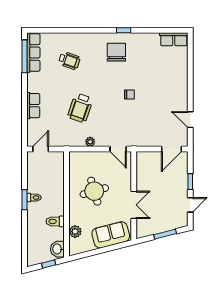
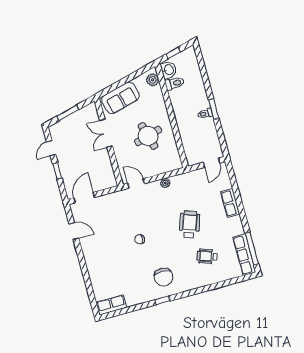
wheelchair: (80, 108) -> (190, 224), moved
toilet: (55, 221) -> (175, 83), moved
plant: (75, 232) -> (153, 80), moved

